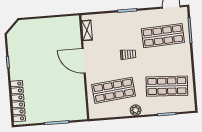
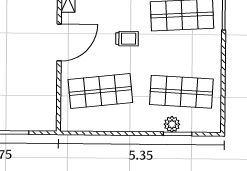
door: (84, 61) -> (59, 42), swing flipped
plant: (136, 110) -> (172, 124), moved

